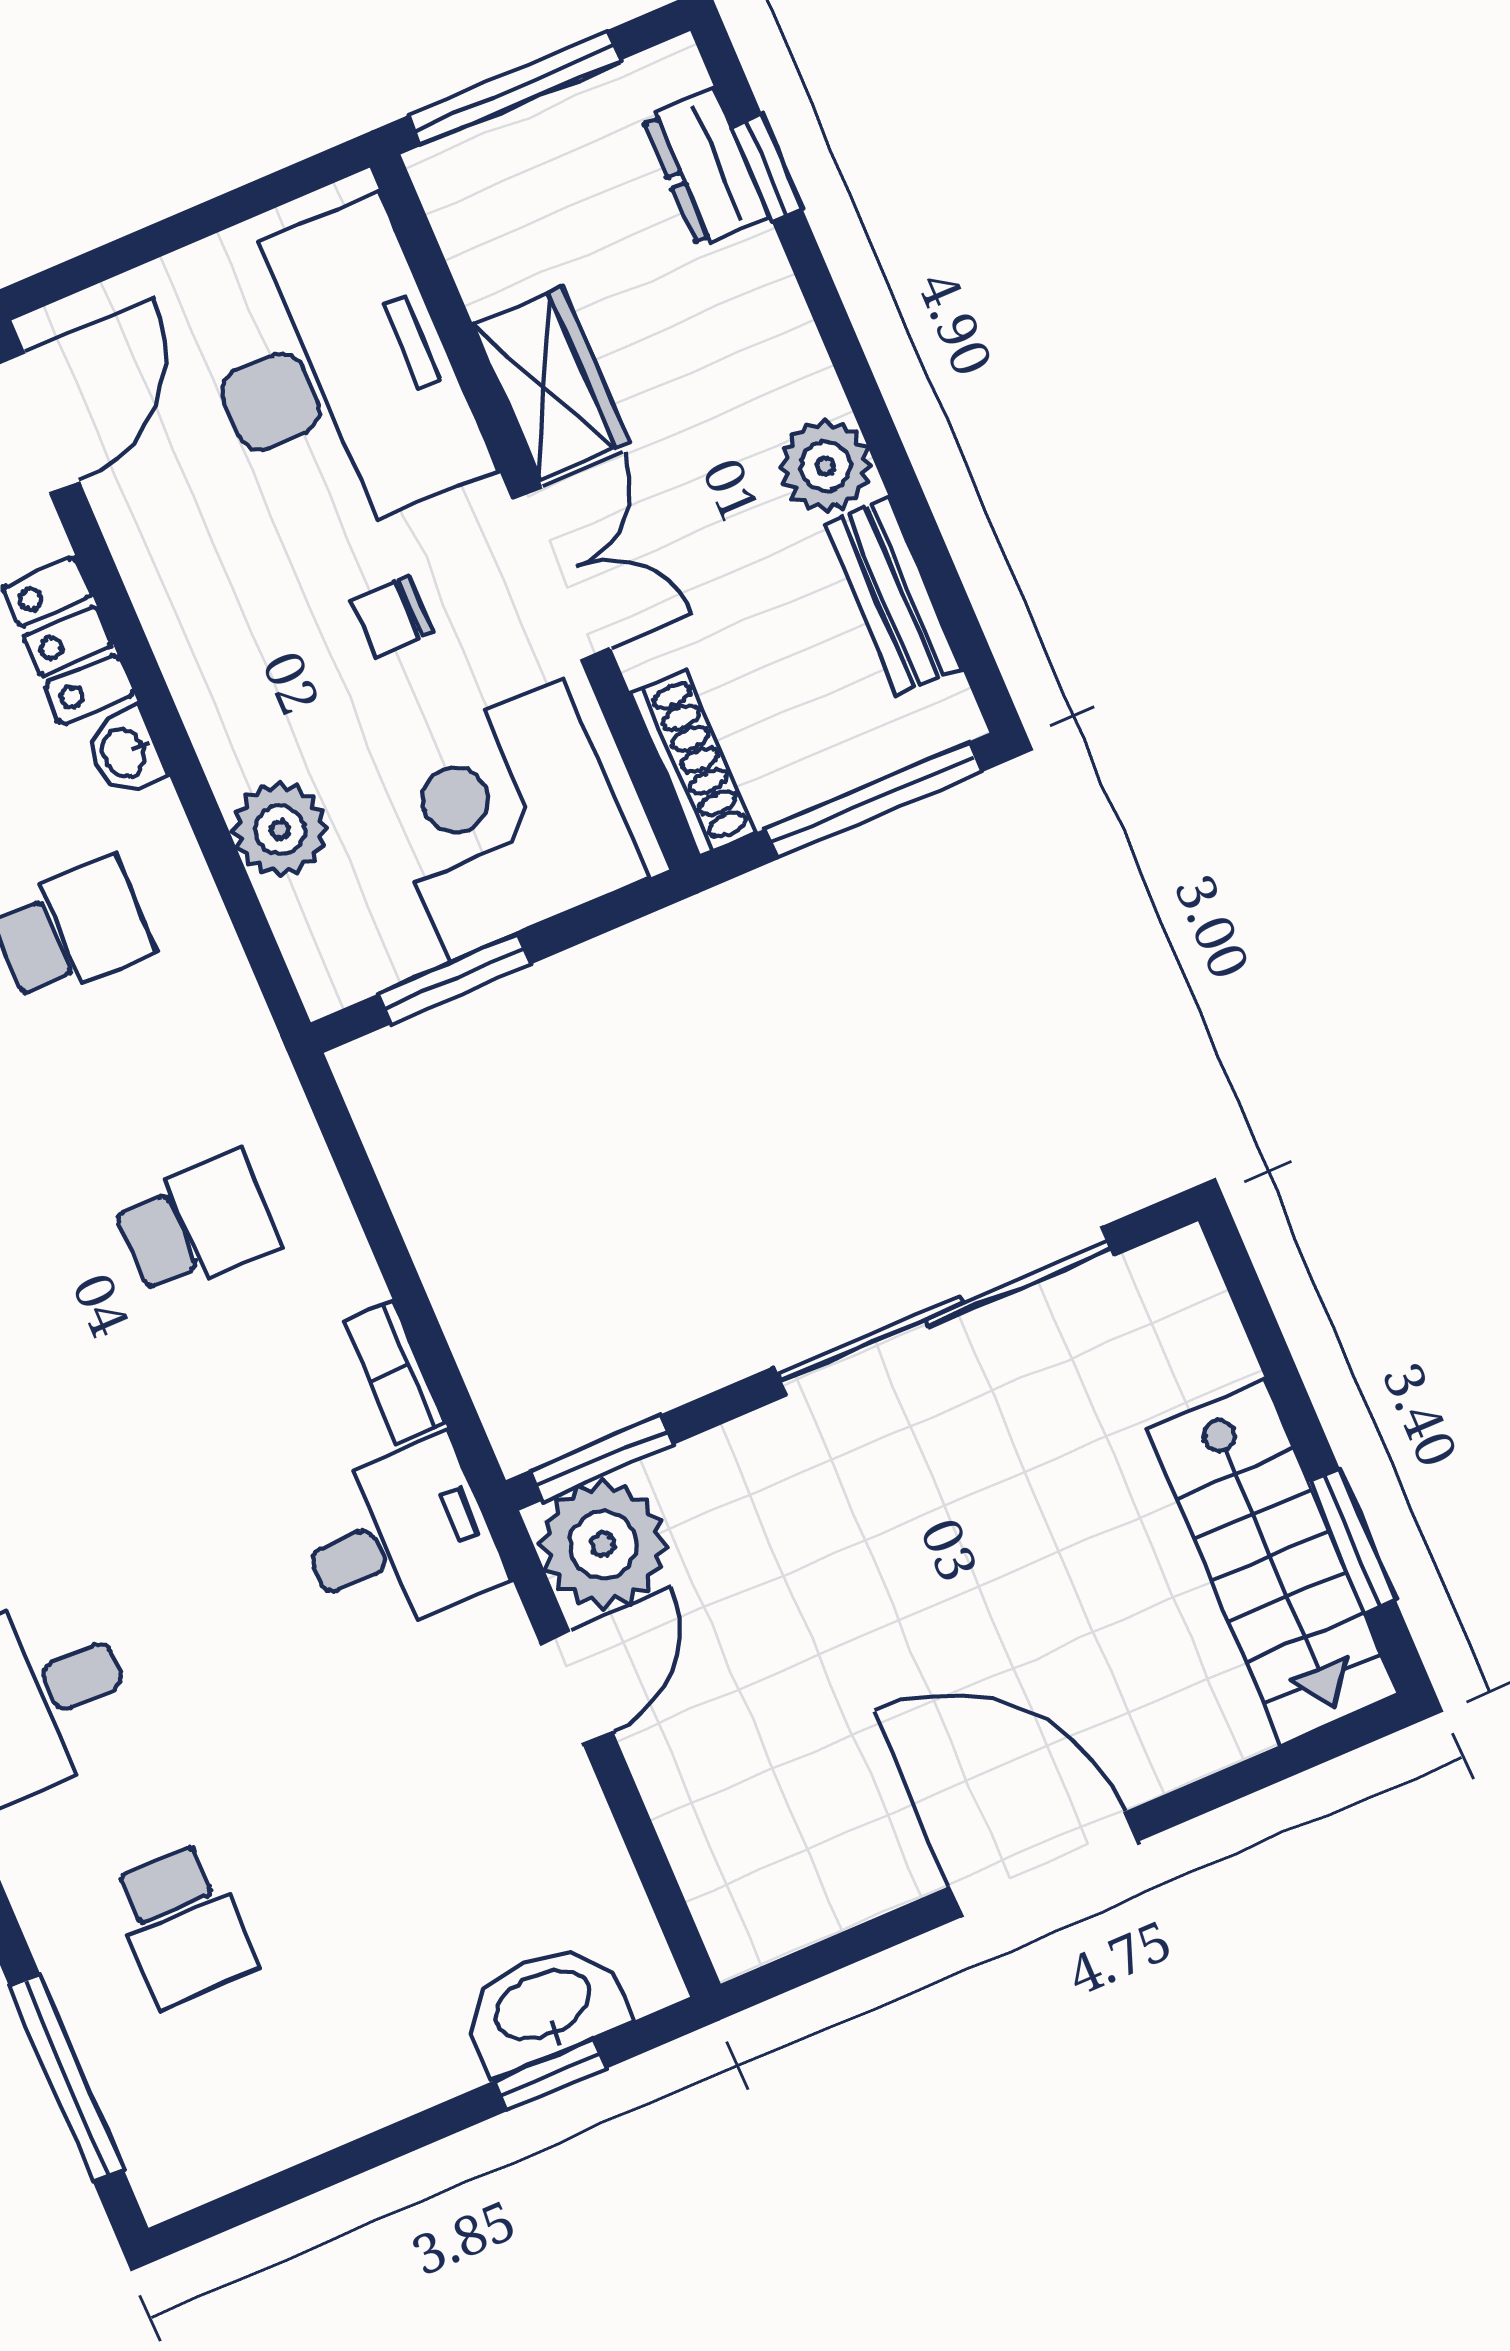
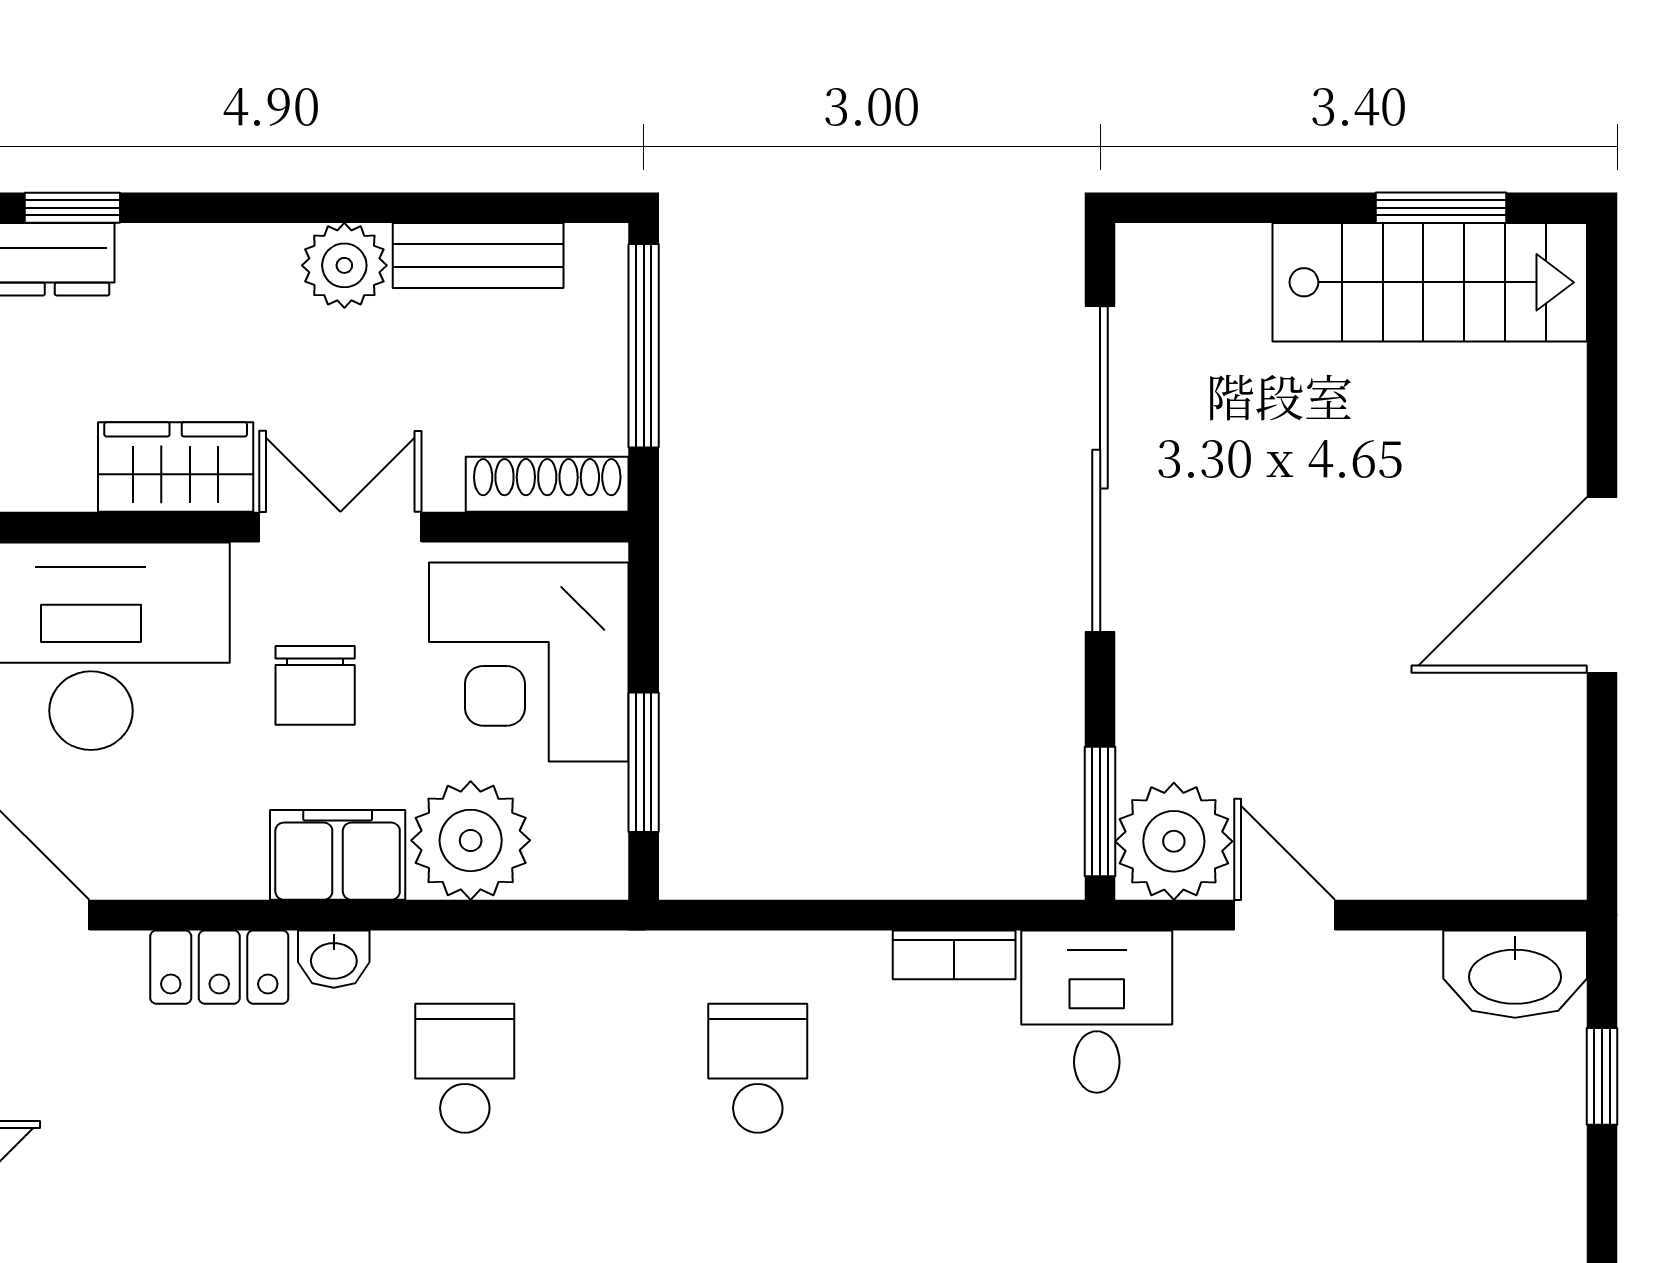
chair: (392, 616) -> (315, 685), width x1.37, depth x1.37
filing cabinet: (231, 711) -> (338, 855), added
plant: (280, 830) -> (471, 840), width x1.36, depth x1.36
washbasin: (544, 2007) -> (1515, 974), moved, turned -90

